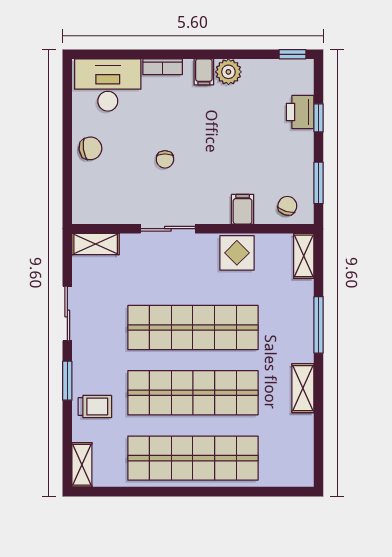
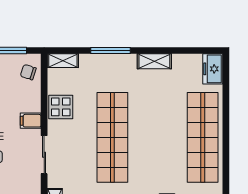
filing cabinet: (243, 209) -> (31, 121), moved
shop shelf: (193, 393) -> (158, 137), removed
freezer: (292, 473) -> (213, 69), added

